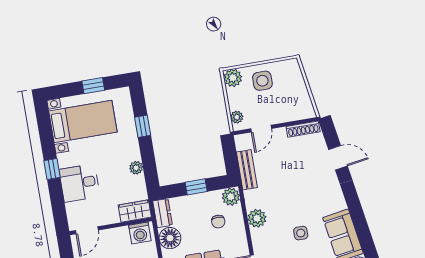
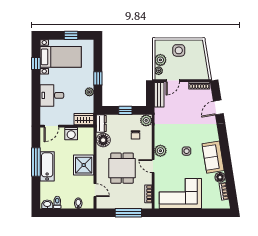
plant: (233, 78) -> (160, 60), moved
window: (143, 126) -> (98, 78), moved
door: (338, 158) -> (218, 107), swing flipped
window: (52, 169) -> (36, 63), moved
bench: (247, 170) -> (159, 95), moved
plant: (257, 218) -> (160, 151), moved
washing machine: (140, 233) -> (71, 134), moved

